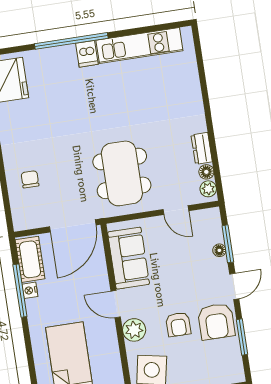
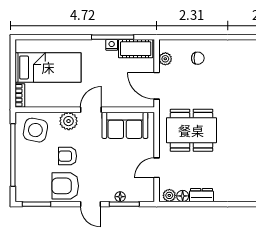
plant: (37, 220) -> (165, 59), added
door: (73, 226) -> (157, 86), width x0.73
window: (242, 337) -> (36, 204), moved

